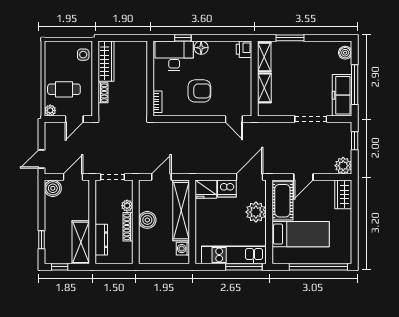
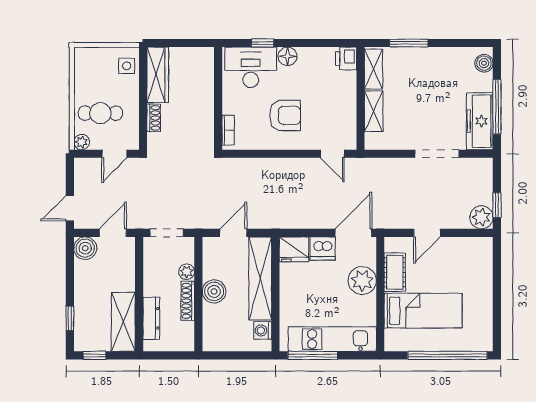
window: (355, 141) -> (497, 205), moved
wardrobe: (343, 194) -> (481, 257), removed
cot: (282, 201) -> (395, 272), width x0.73, depth x0.75
window: (244, 267) -> (313, 355), moved

